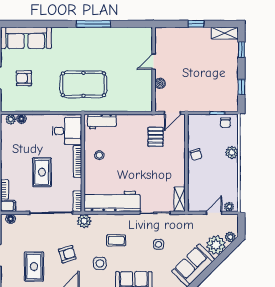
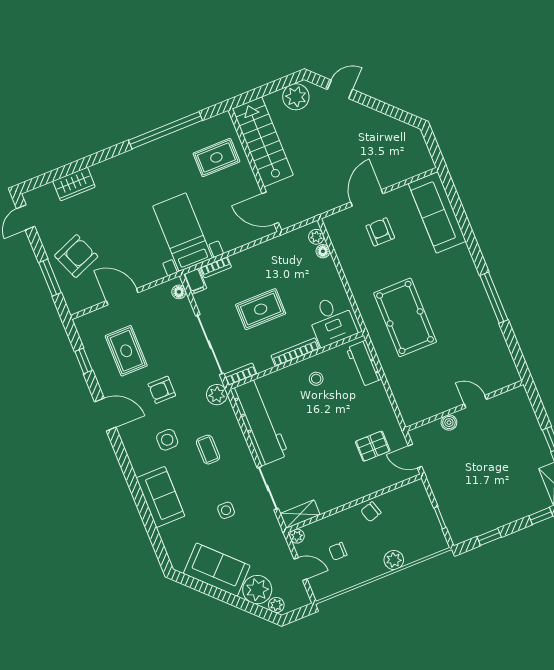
chair: (225, 123) -> (338, 551), moved
plant: (229, 207) -> (297, 536), moved
armchair: (67, 254) -> (162, 390), turned 107
rug: (34, 266) -> (126, 351), turned 90

